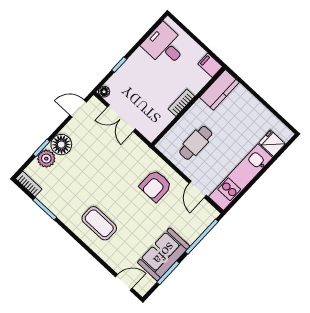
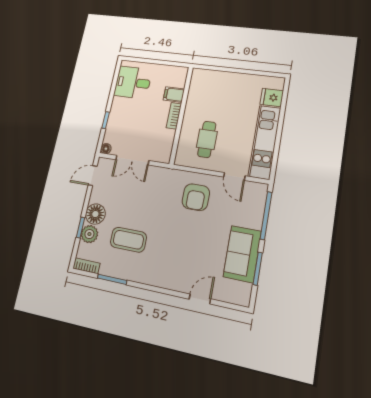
filing cabinet: (210, 65) -> (174, 95), moved
kitchen counter: (219, 90) -> (198, 86), removed
coffee table: (99, 223) -> (128, 240), moved
door: (124, 282) -> (200, 299), moved

